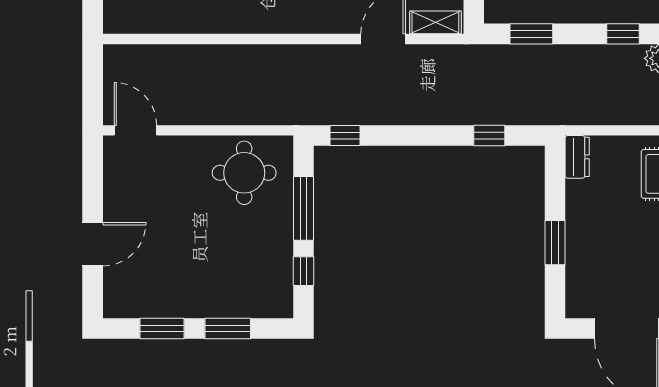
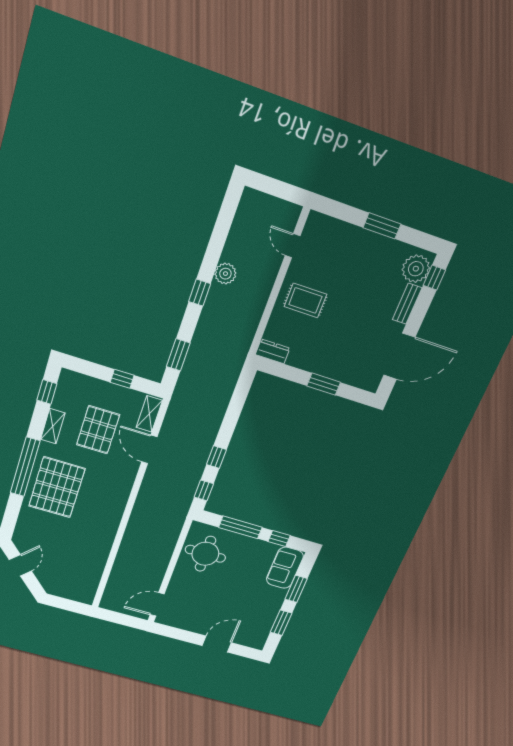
window: (489, 135) -> (216, 457), moved
door: (93, 244) -> (217, 644), hinge flipped
sofa: (258, 298) -> (285, 568), added

